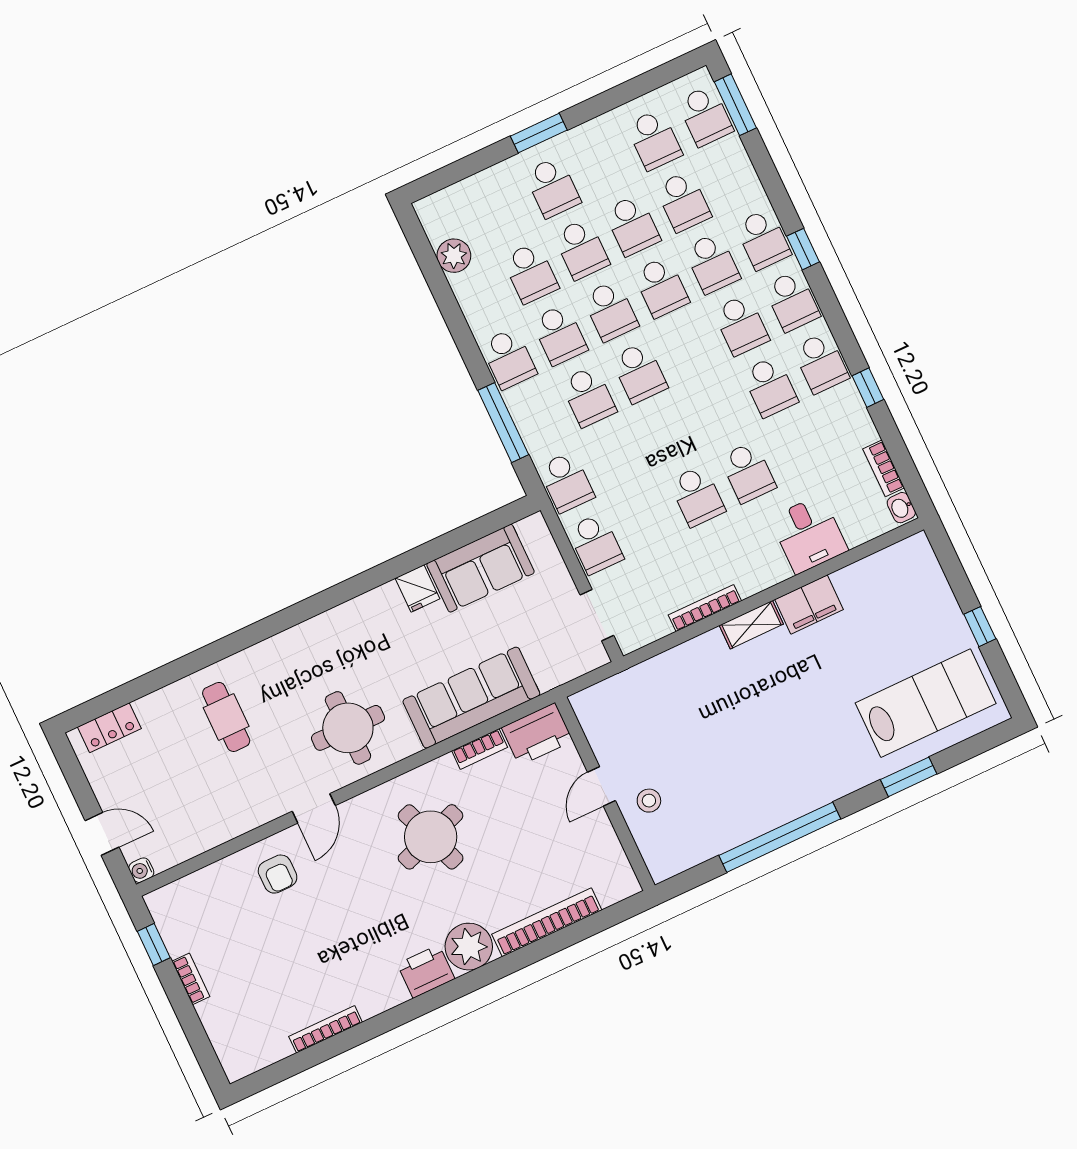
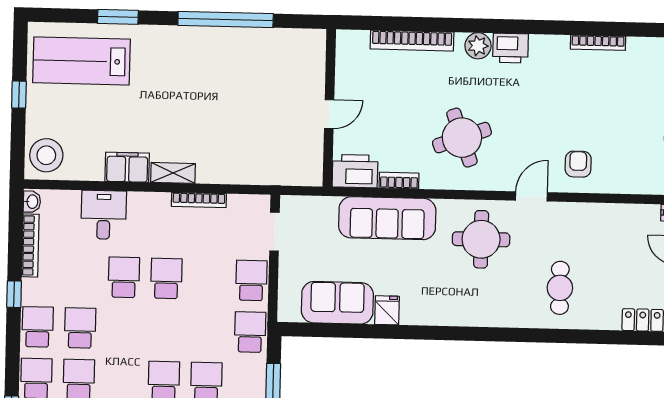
bookcase: (884, 468) -> (30, 246), width x1.56
stool: (649, 801) -> (46, 155), moved, width x1.89, depth x1.89
plant: (469, 947) -> (478, 46), width x0.73, depth x0.73

